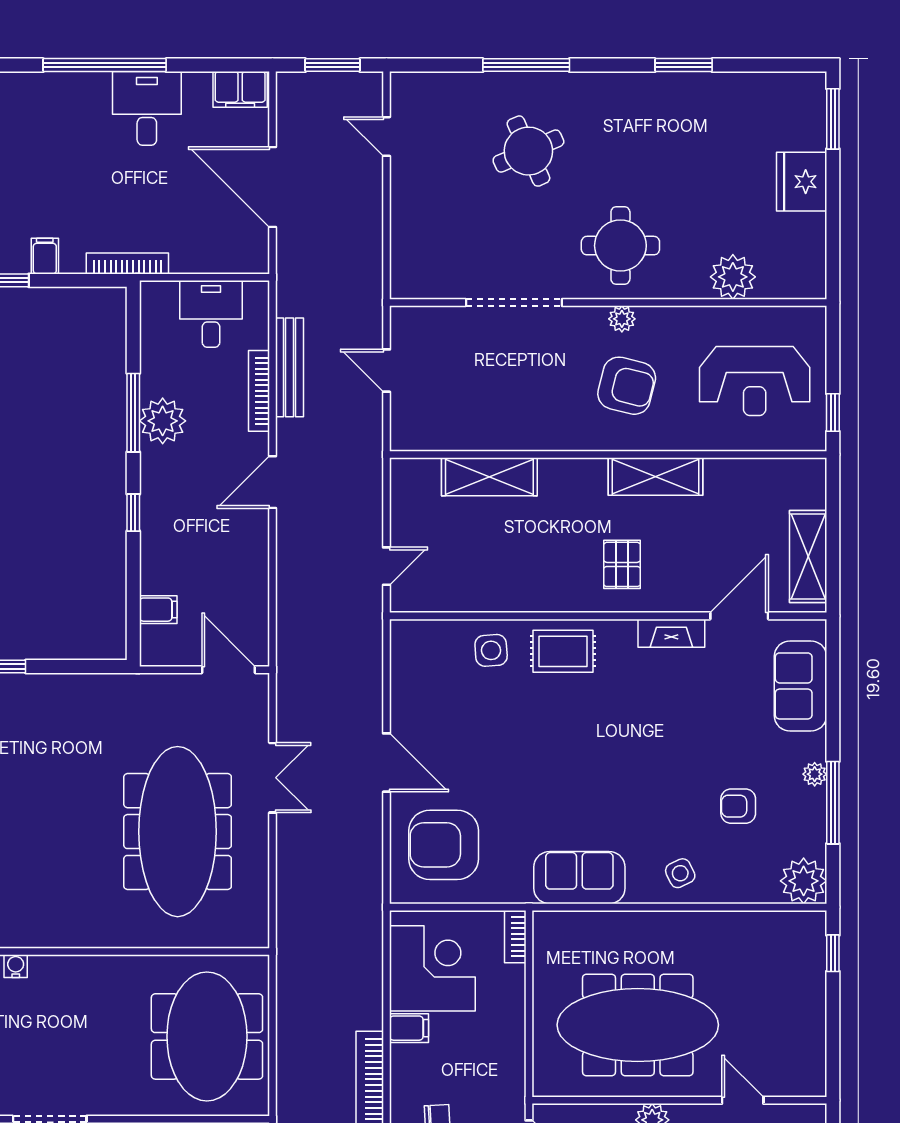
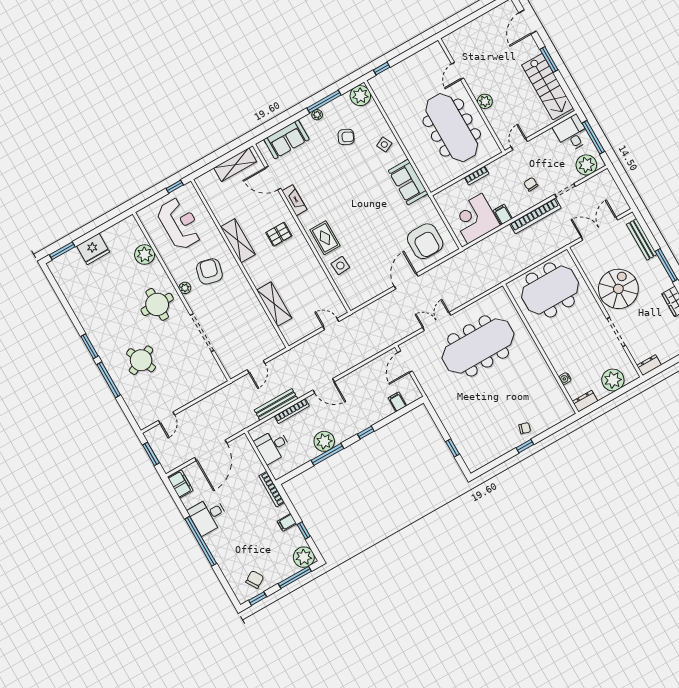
window: (684, 65) -> (89, 346), moved
armchair: (738, 806) -> (346, 137), turned -64
bookcase: (515, 937) -> (477, 176), moved

